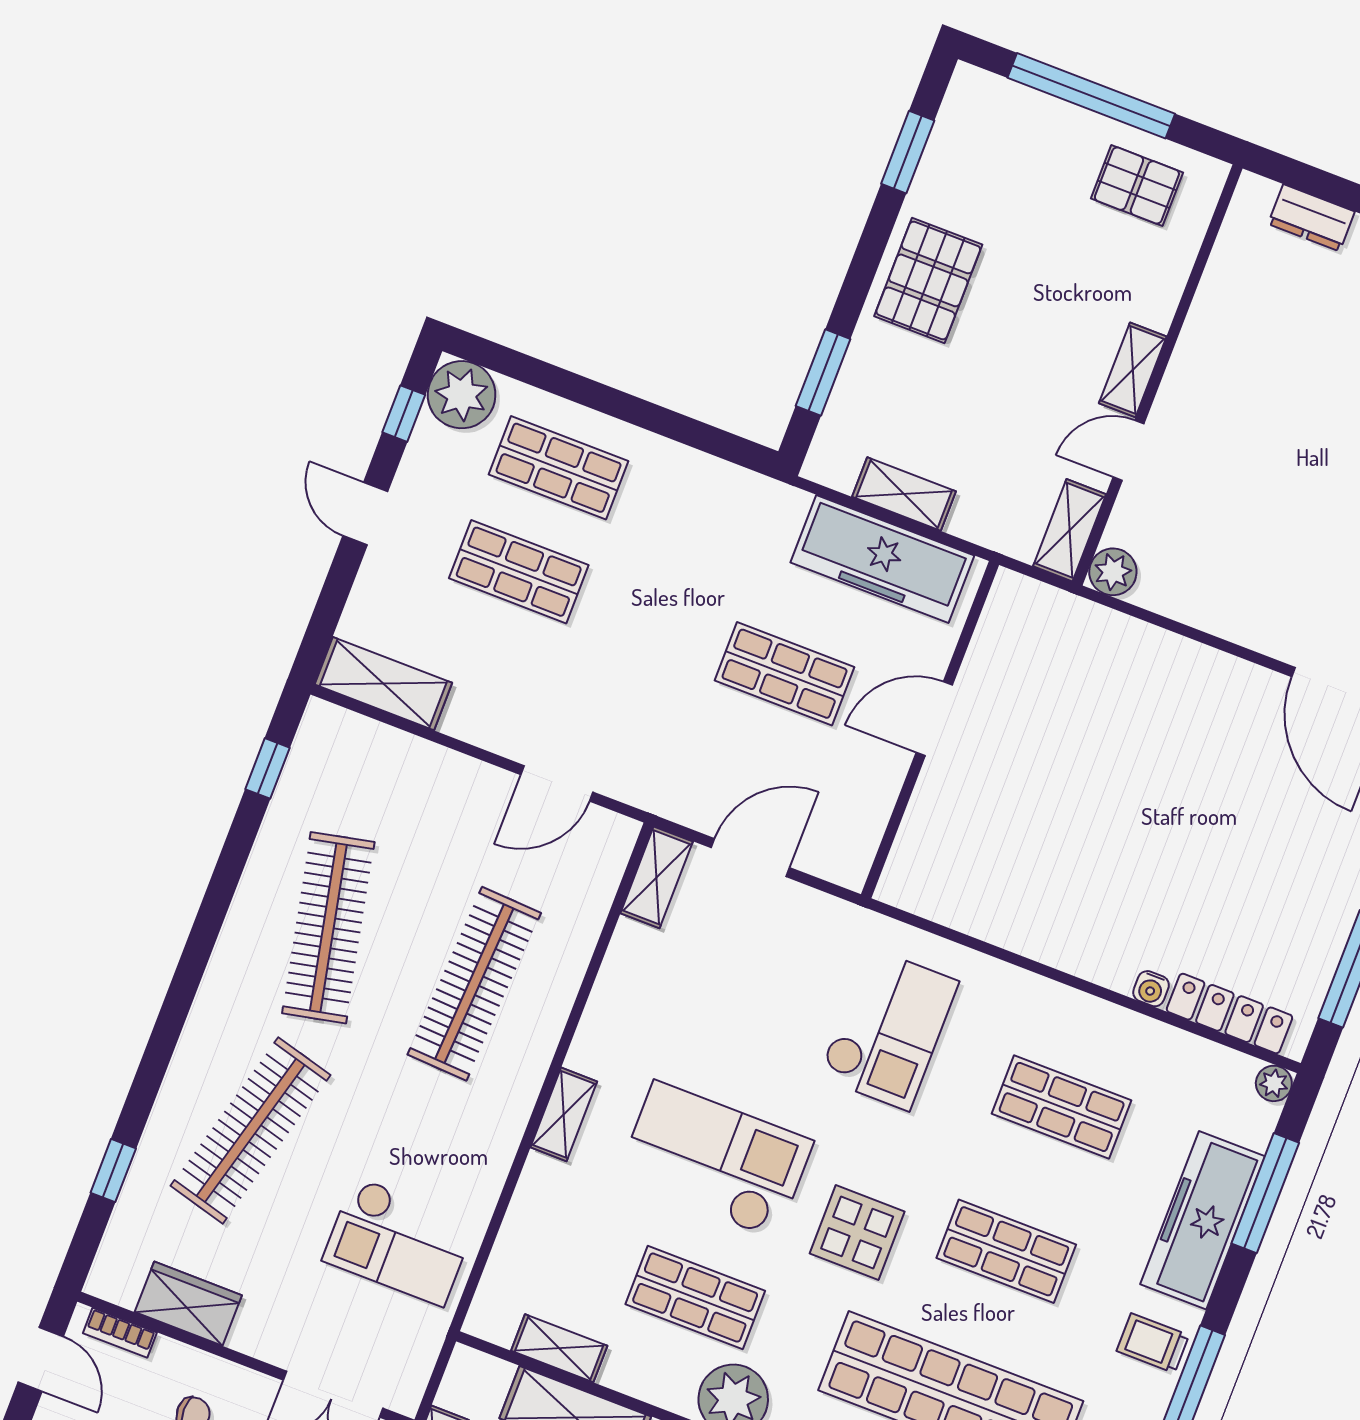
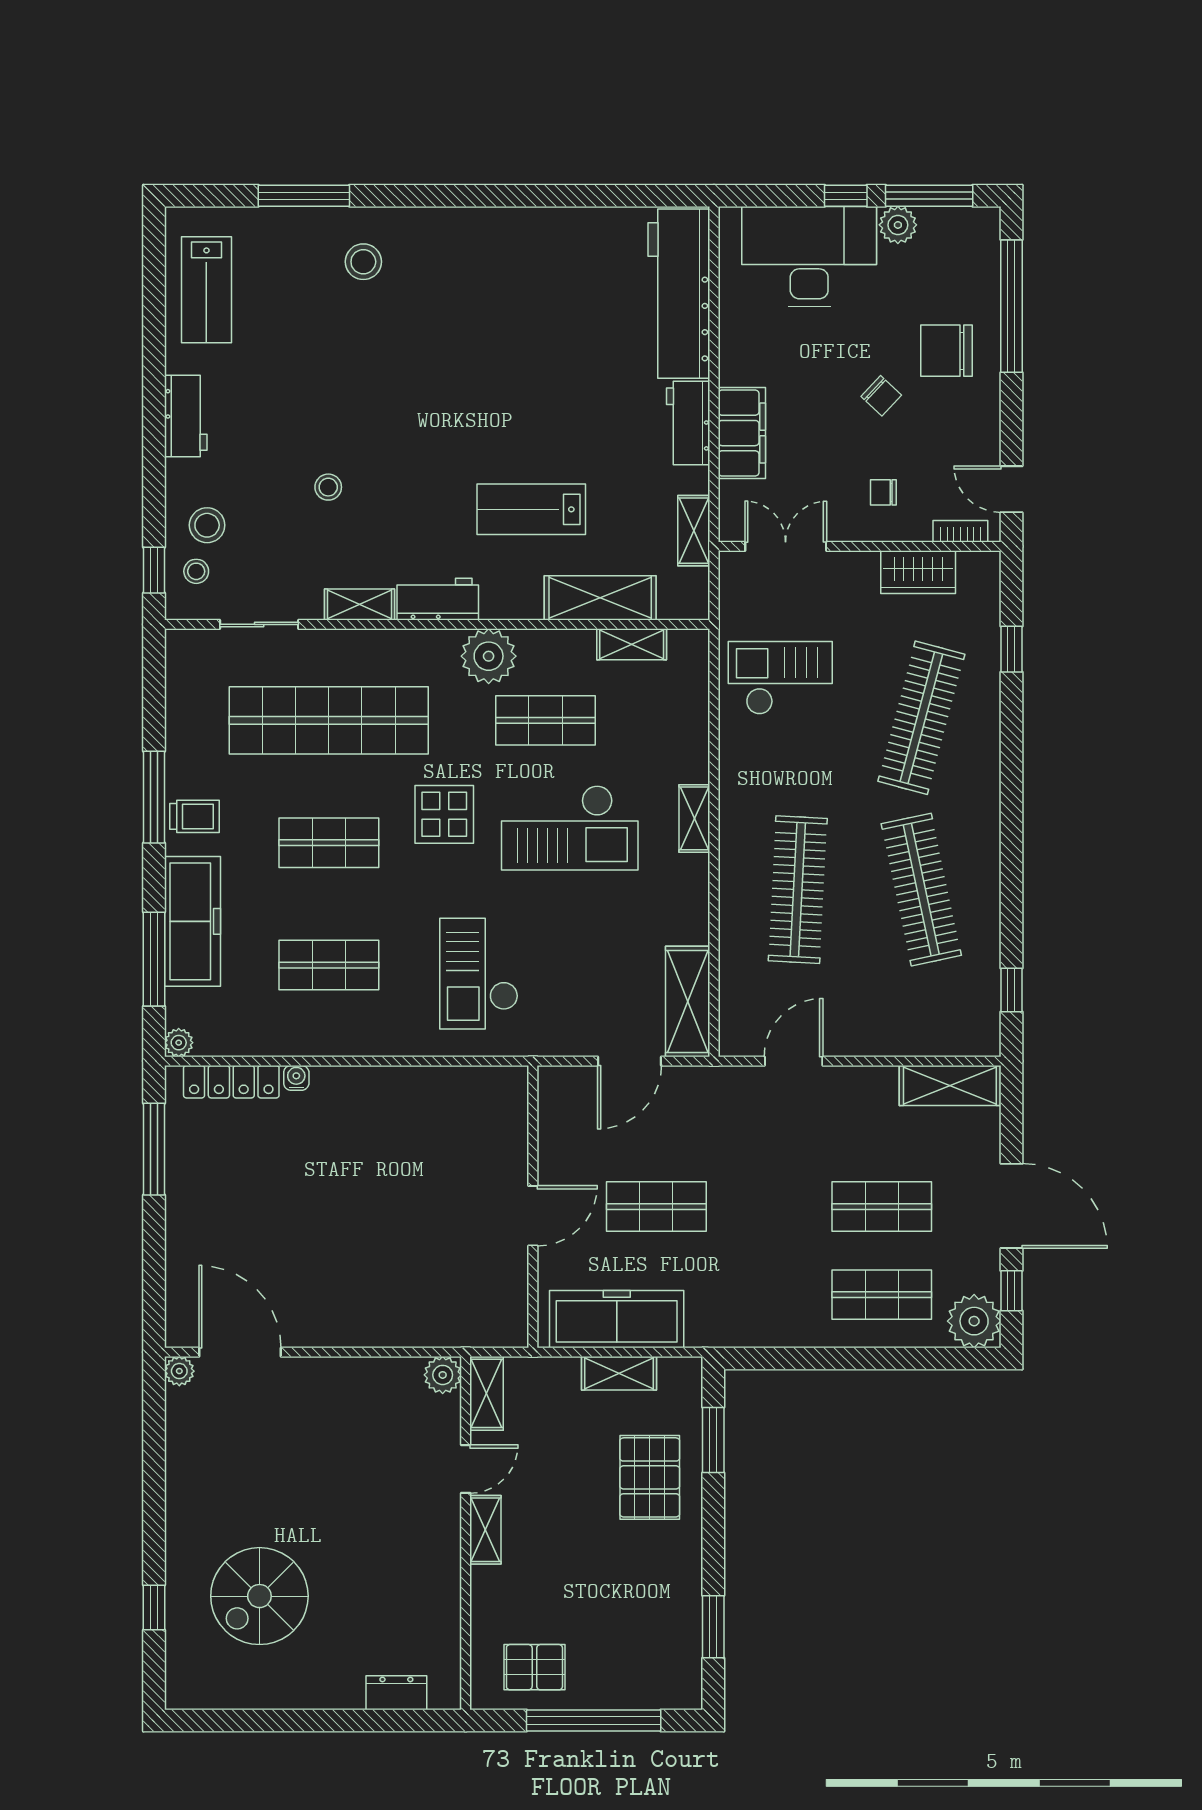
pallet: (928, 280) -> (650, 1477), moved
door: (365, 514) -> (1011, 1206), width x1.87
shelving: (657, 877) -> (688, 1001), width x1.50, depth x1.33

